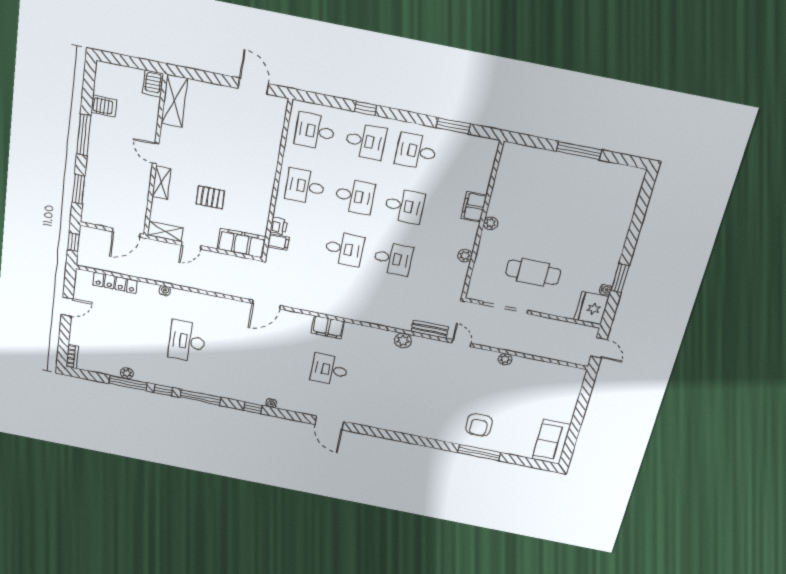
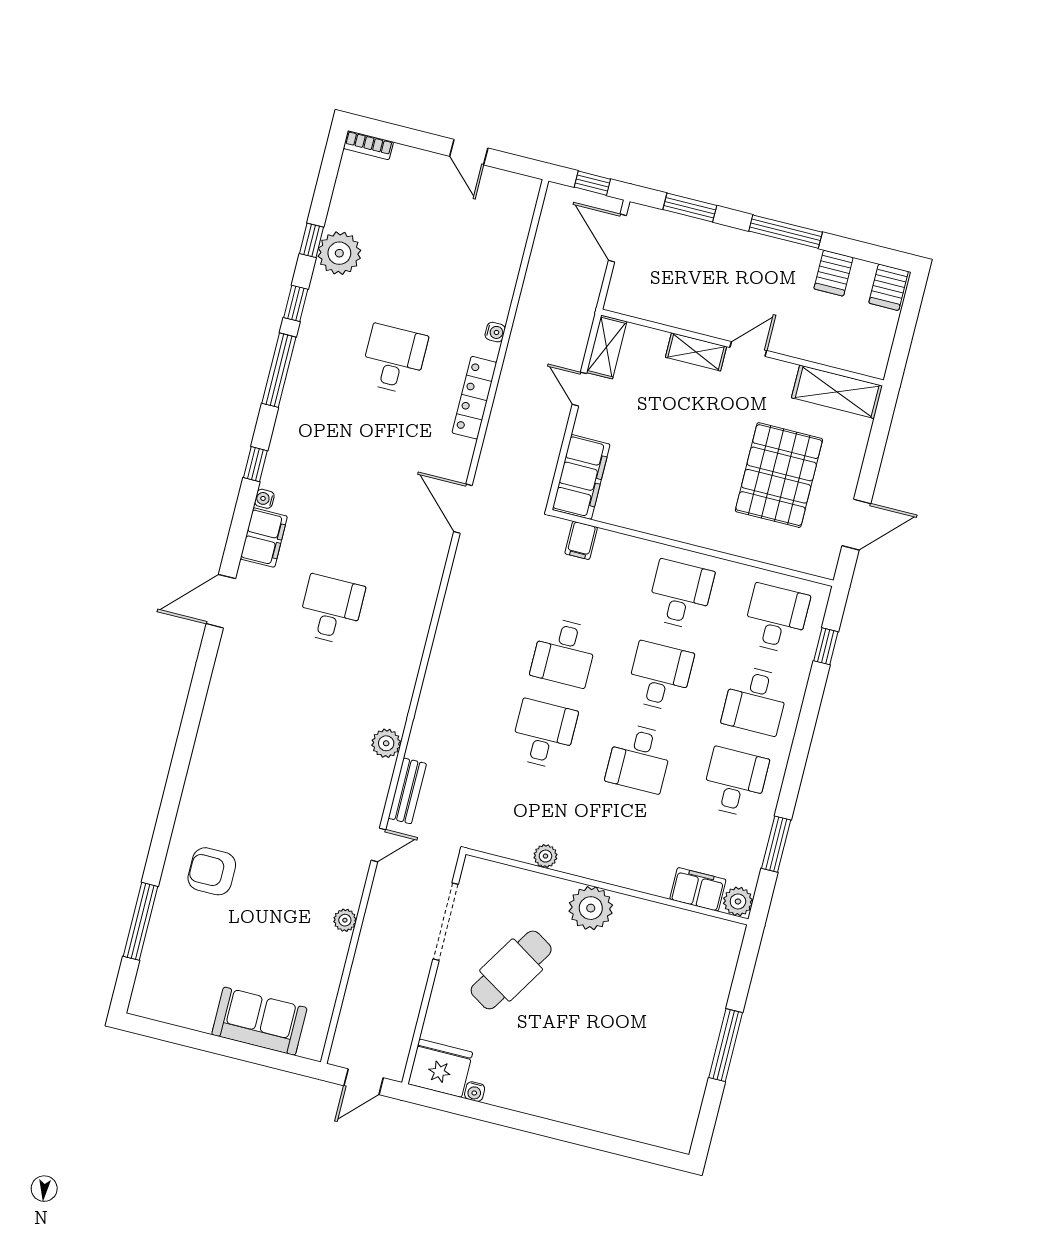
server rack: (153, 84) -> (889, 287), moved, turned -90
window: (365, 108) -> (826, 646), moved
plant: (489, 147) -> (738, 901), added
desk: (355, 196) -> (660, 676), turned 180
pallet: (210, 197) -> (779, 475), moved, width x2.05, depth x2.00
filing cabinet: (474, 207) -> (698, 889), moved
plant: (491, 223) -> (591, 908), width x1.87, depth x1.87
printer: (279, 226) -> (610, 544), removed
door: (126, 233) -> (617, 238), moved
desk: (393, 259) -> (544, 734), turned 180
cafe table: (533, 272) -> (511, 970), turned 32
window: (620, 278) -> (495, 1115), removed
locker: (115, 283) -> (474, 398), moved
filing cabinet: (328, 327) -> (264, 538), moved, turned 180
desk: (187, 341) -> (394, 359), width x0.73
plant: (127, 373) -> (339, 253), width x1.88, depth x1.88
window: (128, 383) -> (312, 240), width x0.46
sofa: (551, 442) -> (259, 1021), moved
window: (479, 453) -> (140, 921), moved

